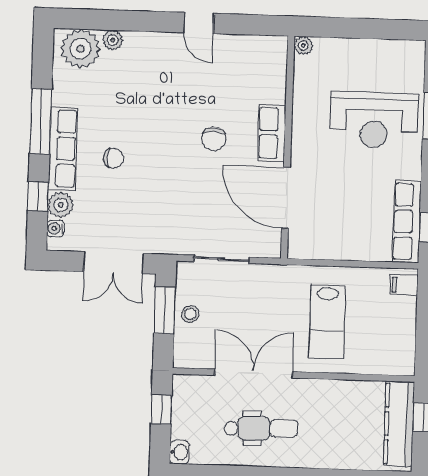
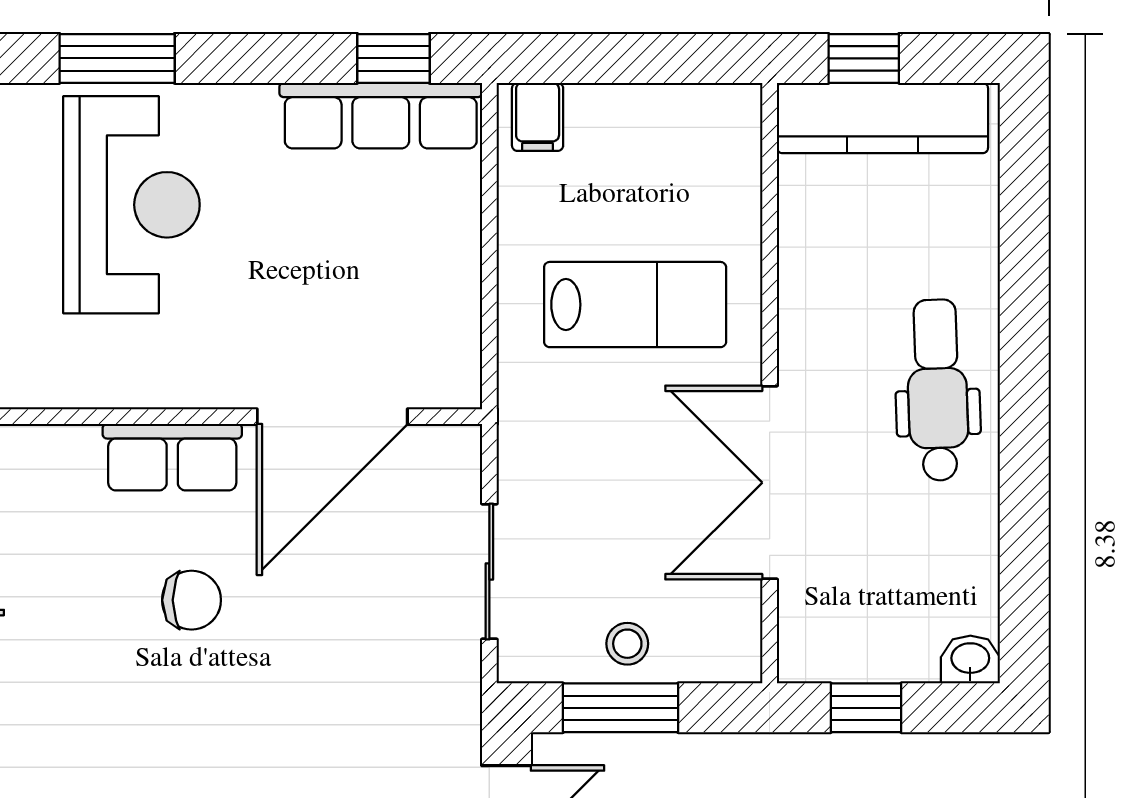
dental chair: (261, 428) -> (937, 390), moved

